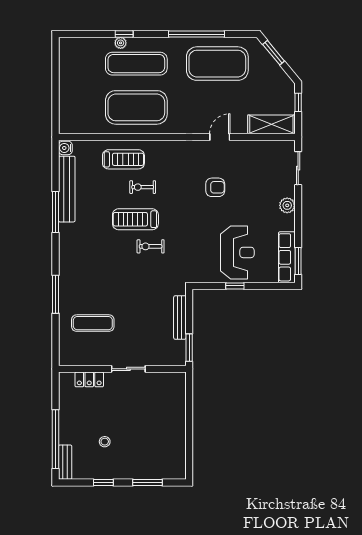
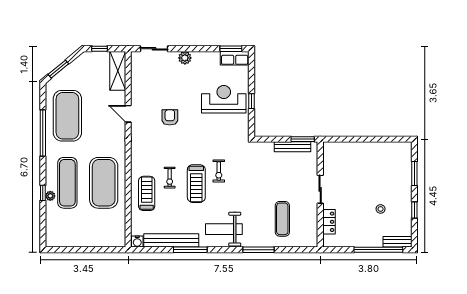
weight bench: (80, 252) -> (224, 229), added
row of seats: (287, 257) -> (235, 58), width x0.68
bench: (180, 317) -> (293, 147), moved

